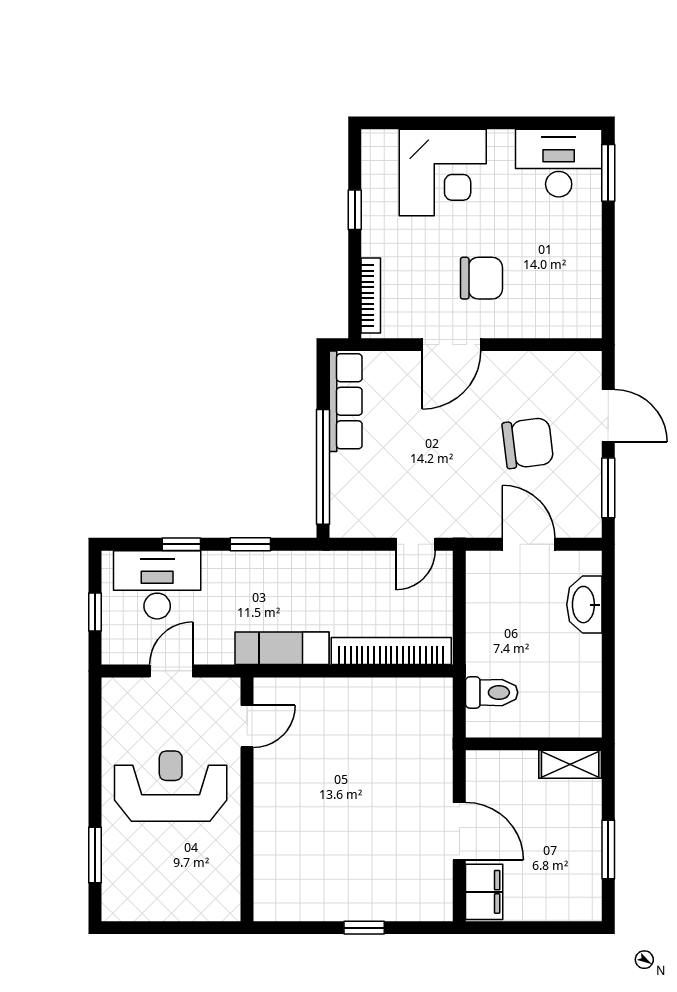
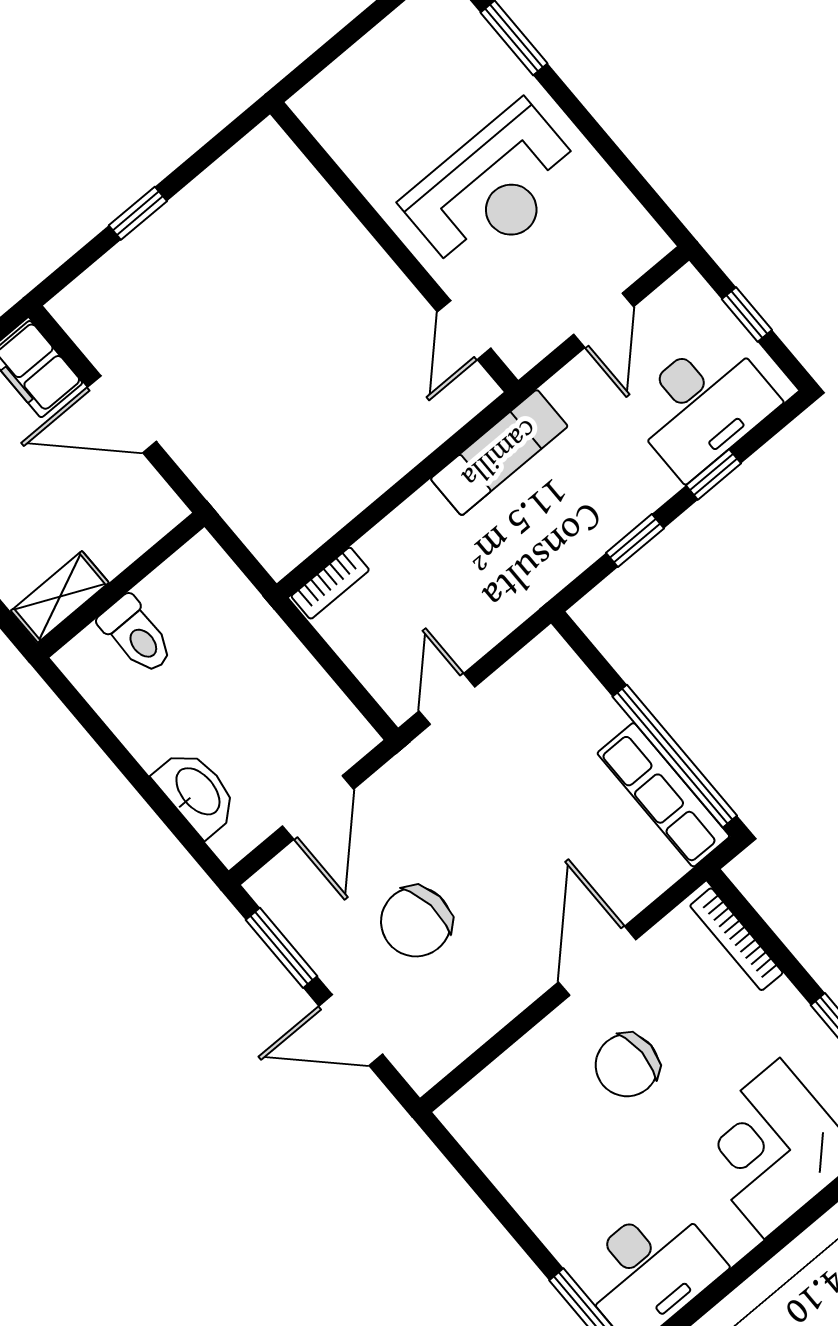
window: (323, 467) -> (675, 756), moved
door: (529, 544) -> (318, 808), hinge flipped
bookcase: (391, 651) -> (330, 583), width x0.43, depth x0.76
toilet: (492, 693) -> (136, 635), moved, turned -90

